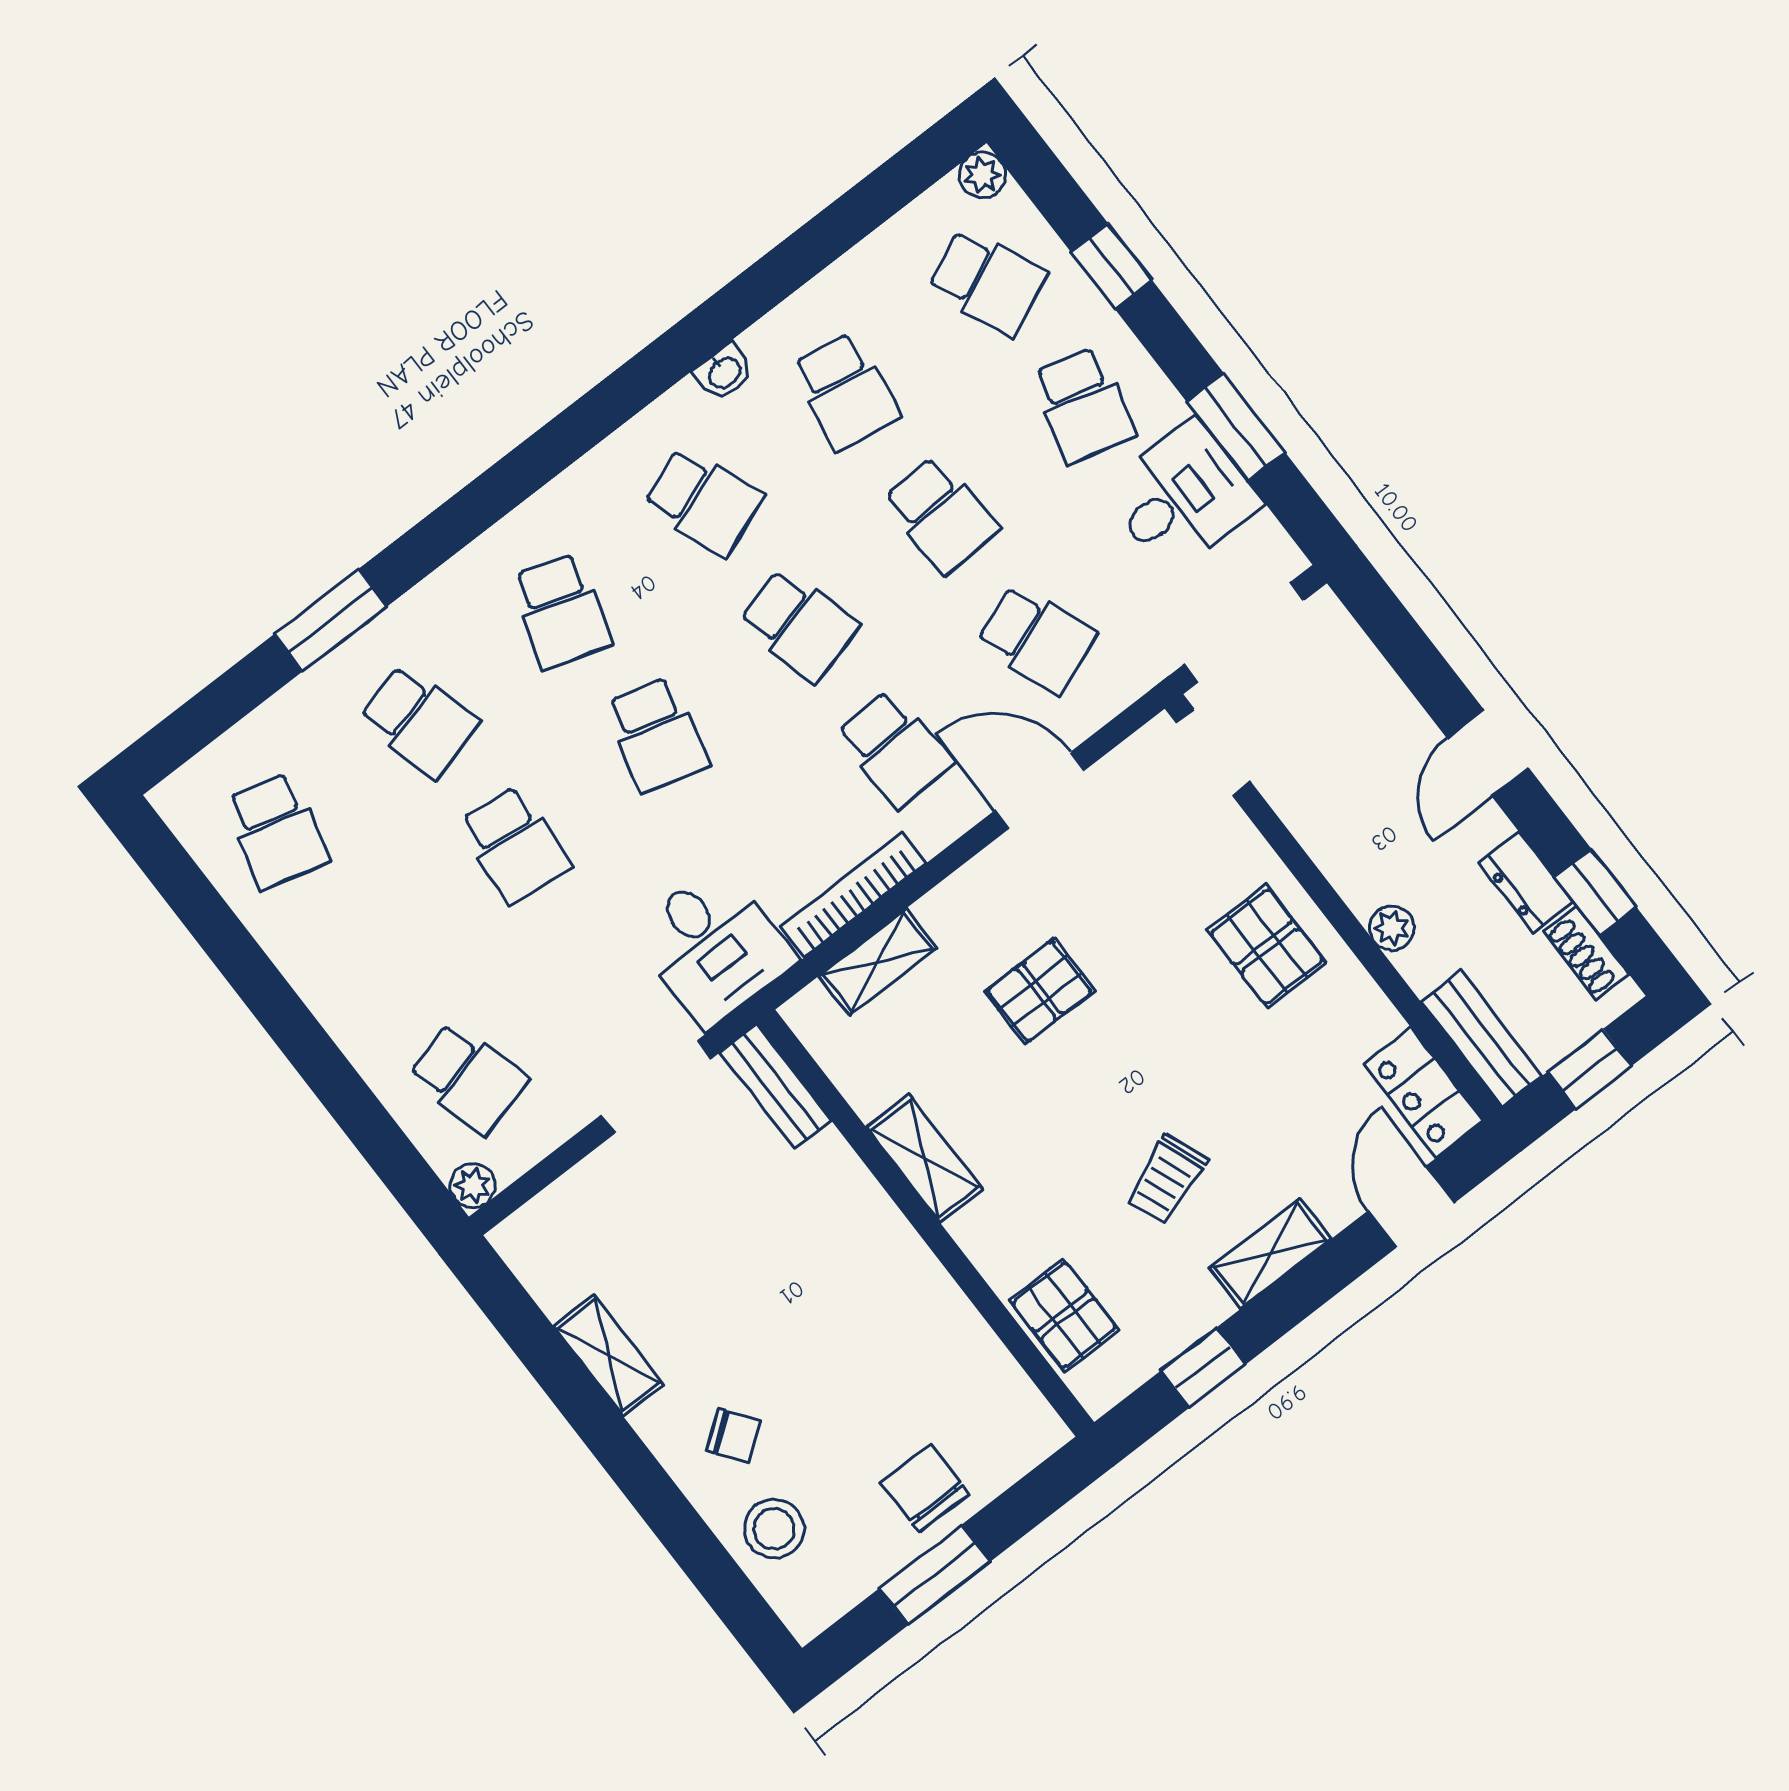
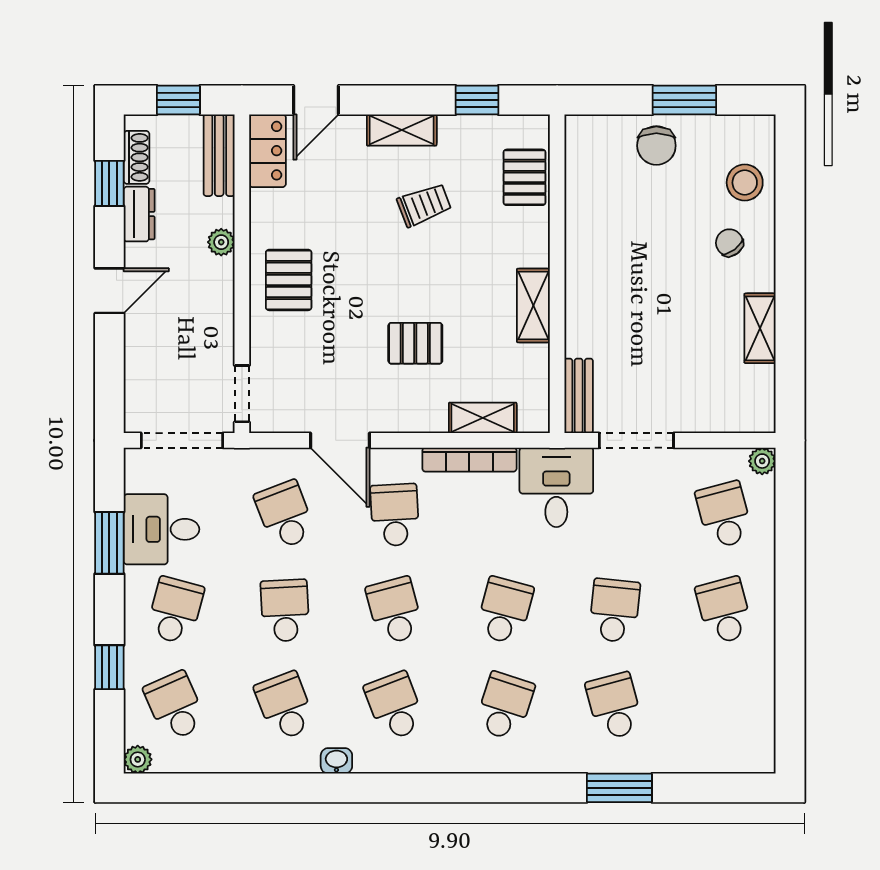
school desk: (845, 391) -> (285, 706), turned -30
school desk: (277, 831) -> (724, 611), moved, turned -30

